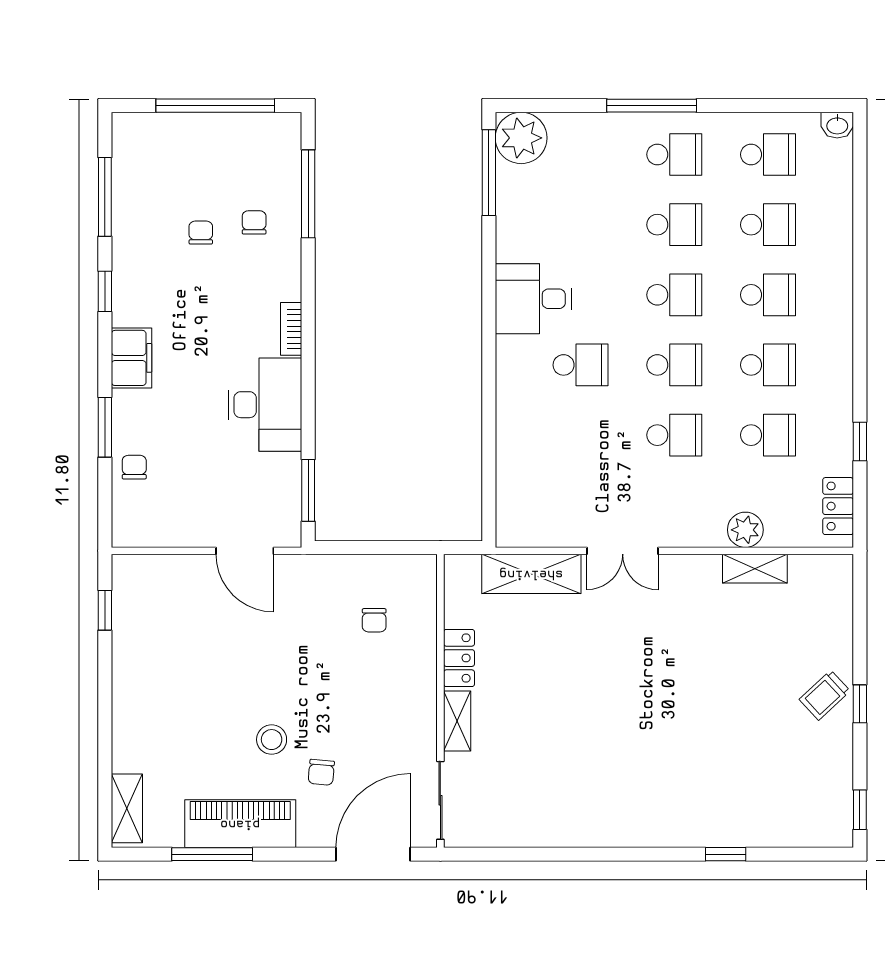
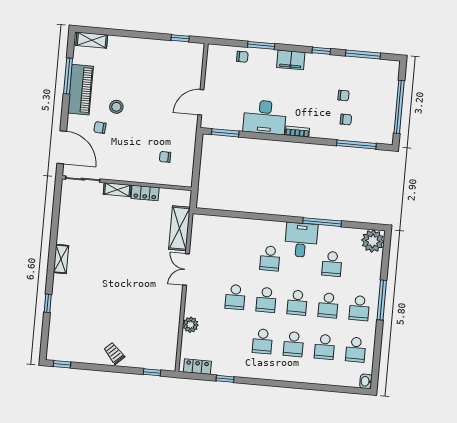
window: (489, 173) -> (322, 222), moved
school desk: (768, 435) -> (332, 264), moved
shelving: (755, 569) -> (61, 259), moved
window: (860, 704) -> (152, 372), moved

